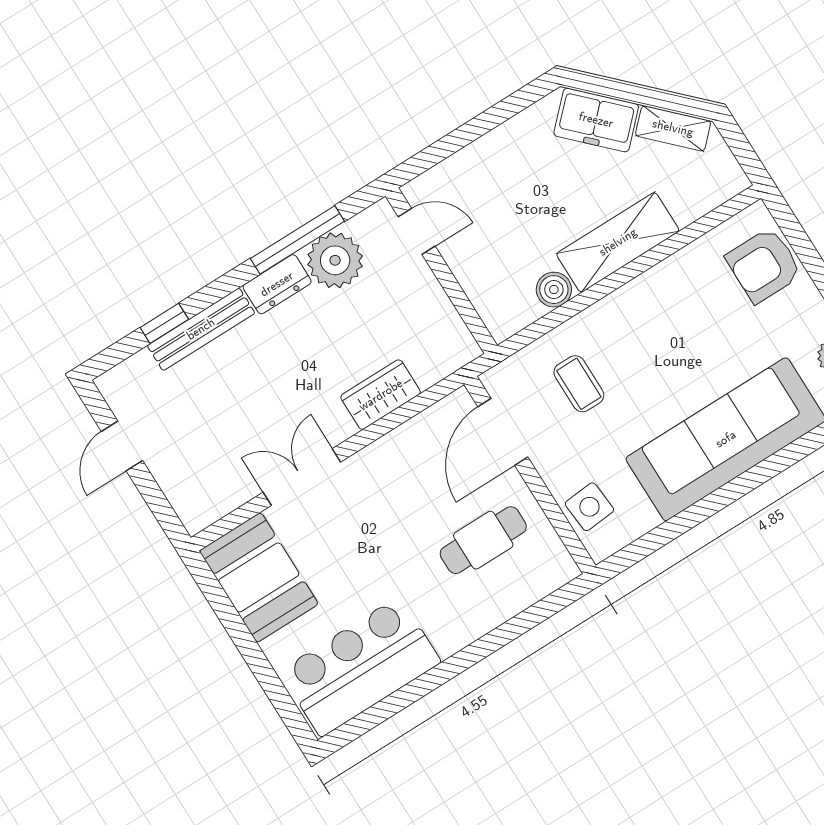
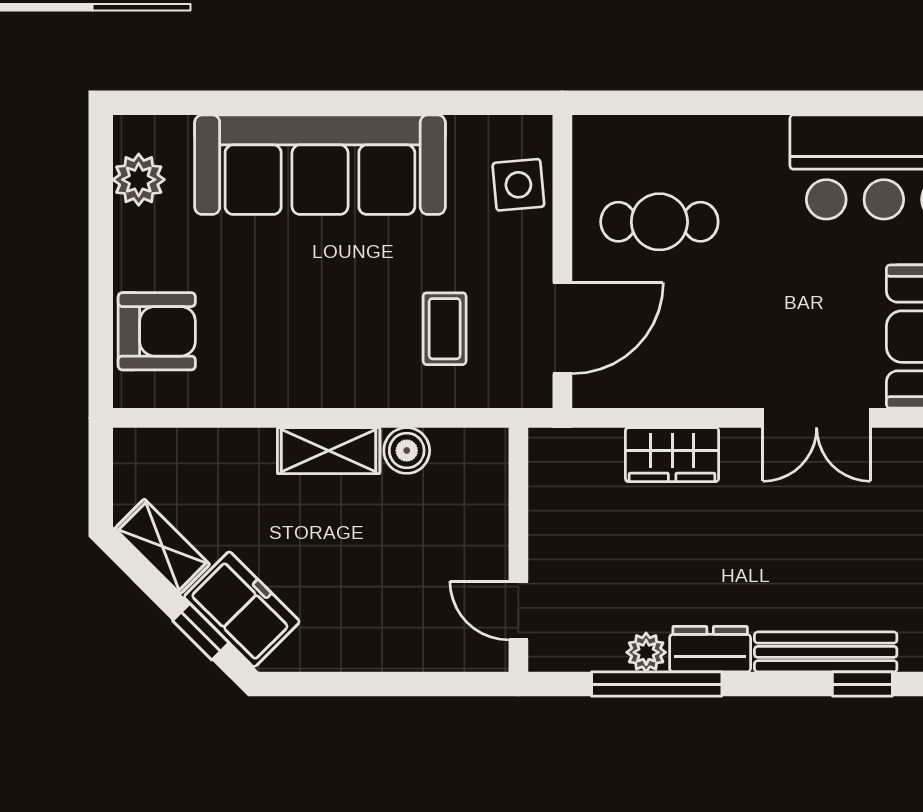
window: (614, 89) -> (201, 632), added
shelving: (618, 242) -> (329, 451), width x0.67, depth x0.75
plant: (335, 260) -> (646, 652), width x0.53, depth x0.53

